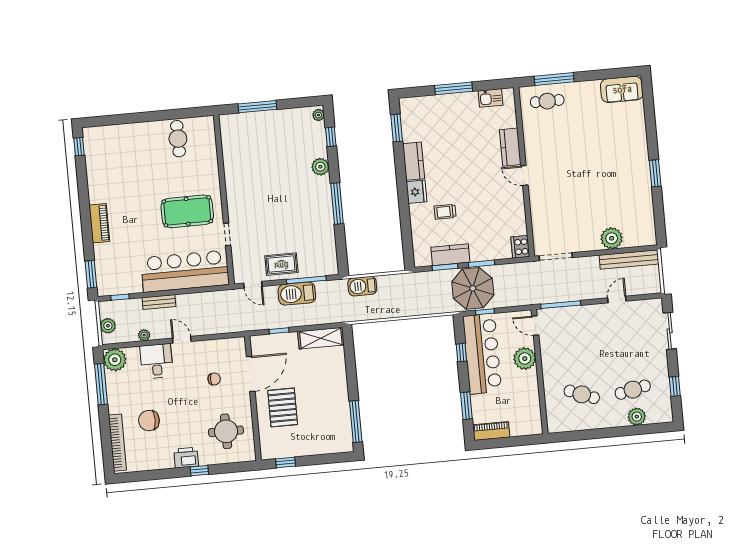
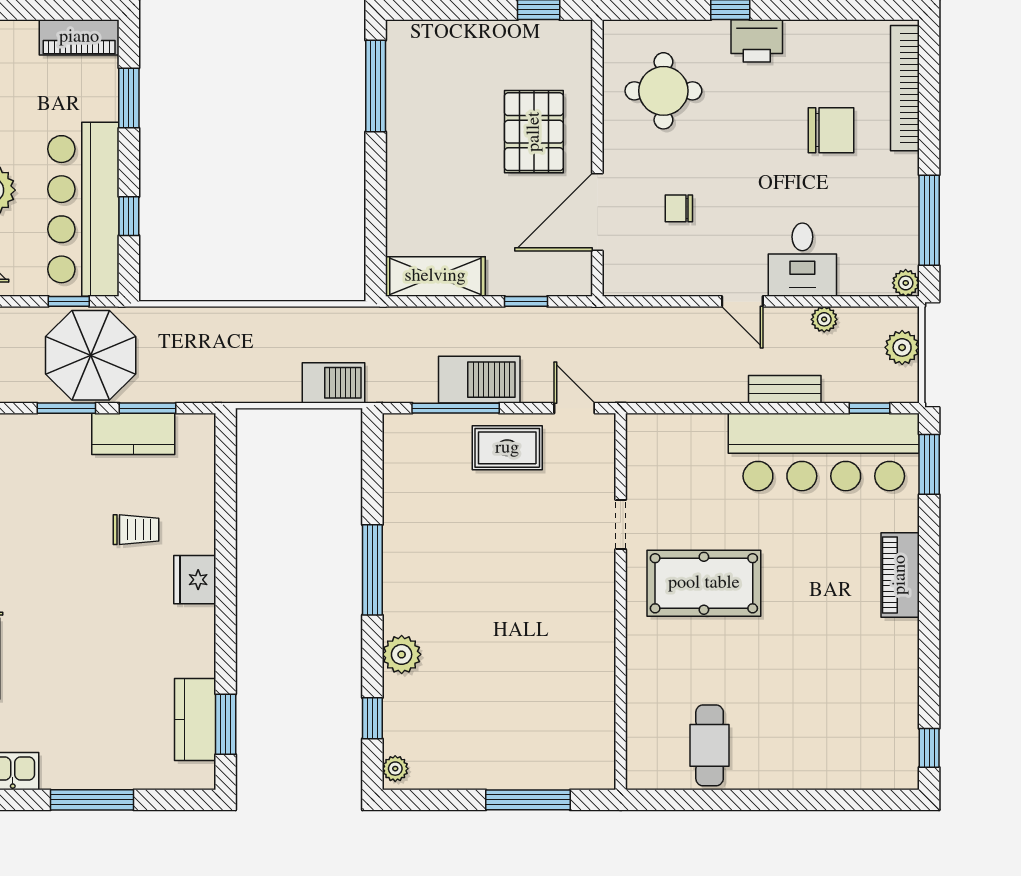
kitchen counter: (414, 161) -> (195, 720), moved
bar counter: (185, 271) -> (824, 452), moved
plant: (115, 360) -> (906, 283), width x0.53, depth x0.53

